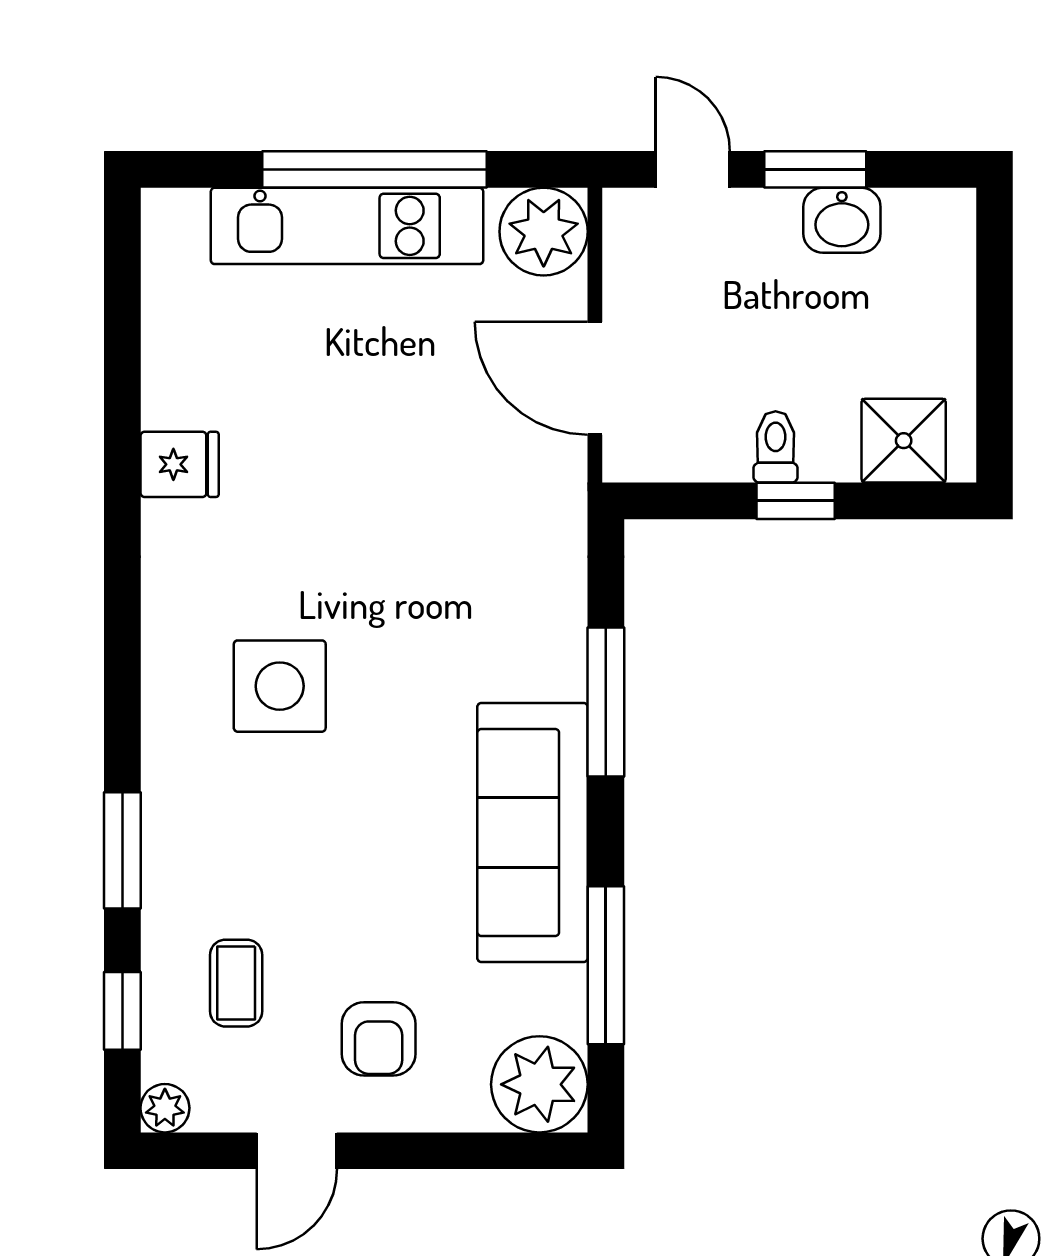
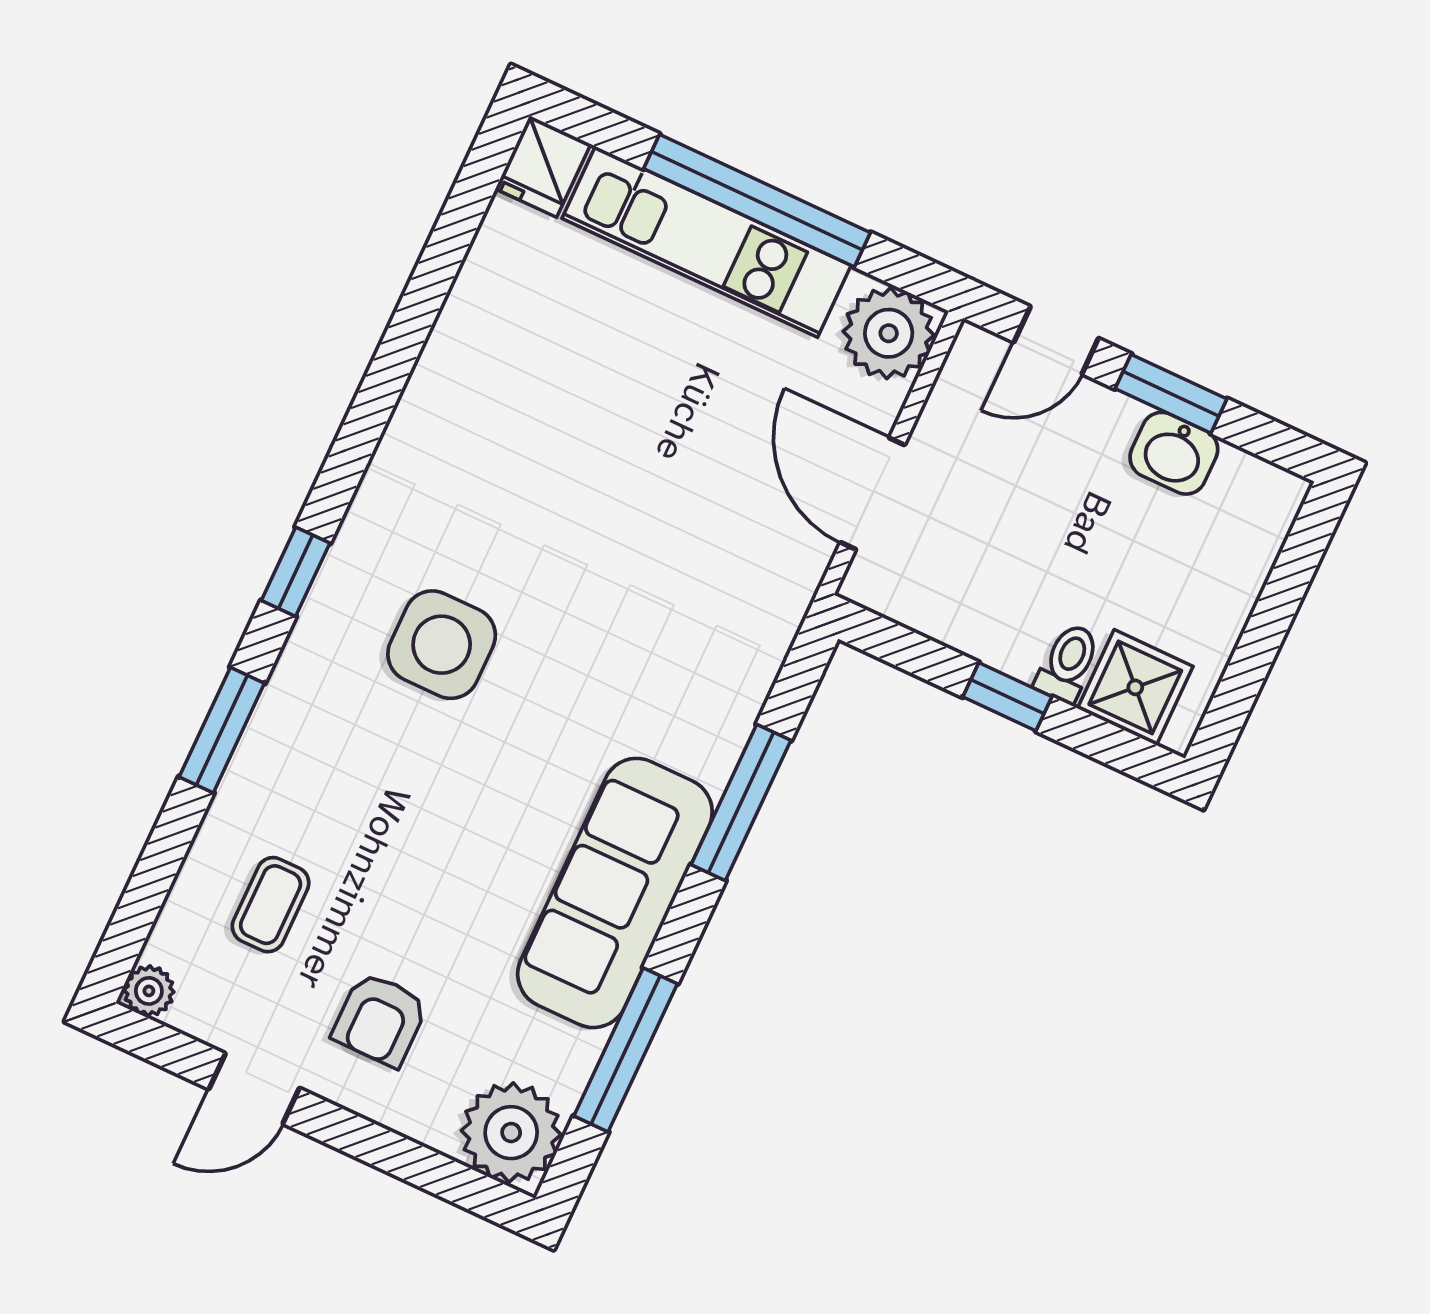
door: (693, 169) -> (1056, 340), swing flipped
toilet: (776, 447) -> (1068, 663), moved
fridge: (180, 464) -> (543, 166), moved, turned 90
window: (122, 1011) -> (296, 572), moved

